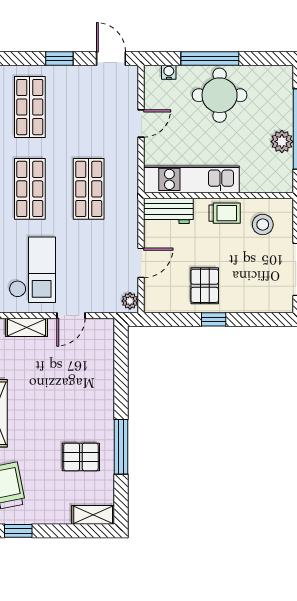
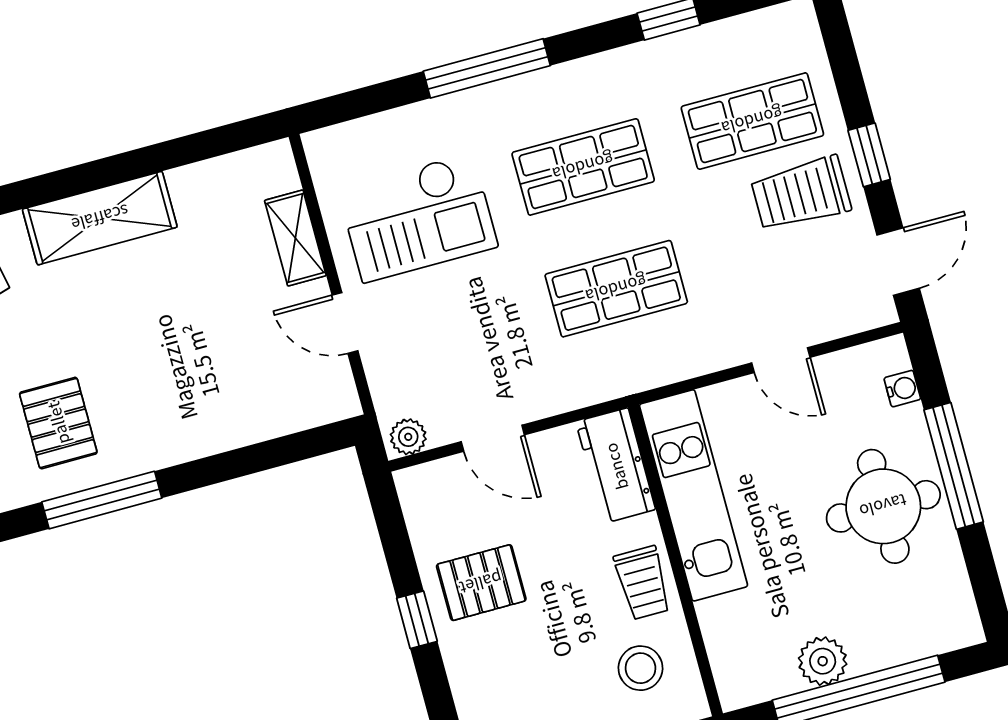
trolley: (68, 94) -> (801, 194), added

